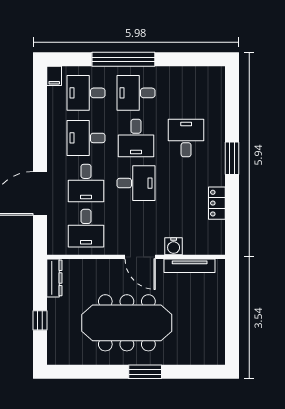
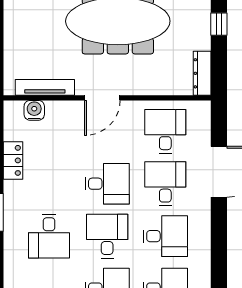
desk: (136, 183) -> (107, 184), turned 180
water cooler: (174, 246) -> (34, 110), moved
door: (140, 257) -> (102, 98), swing flipped

